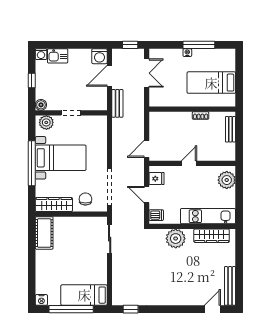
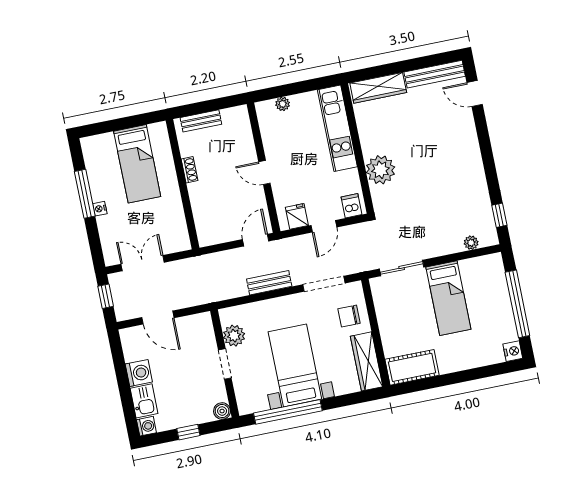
washing machine: (99, 56) -> (139, 373), moved
bench: (117, 103) -> (269, 283), moved
plant: (46, 122) -> (234, 336), moved
door: (147, 149) -> (256, 240), swing flipped
window: (32, 163) -> (288, 412), moved
plant: (227, 180) -> (283, 104), width x0.53, depth x0.53
doorway: (110, 187) -> (324, 284), width x0.73
wardrobe: (212, 236) -> (378, 88), moved, turned 90
plant: (117, 287) -> (471, 243), added
bed: (84, 295) -> (448, 298), moved

